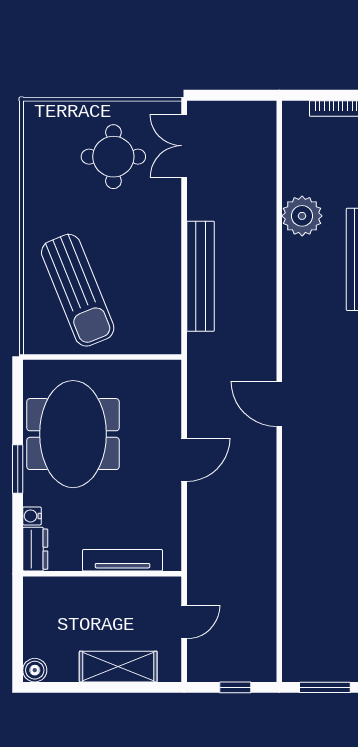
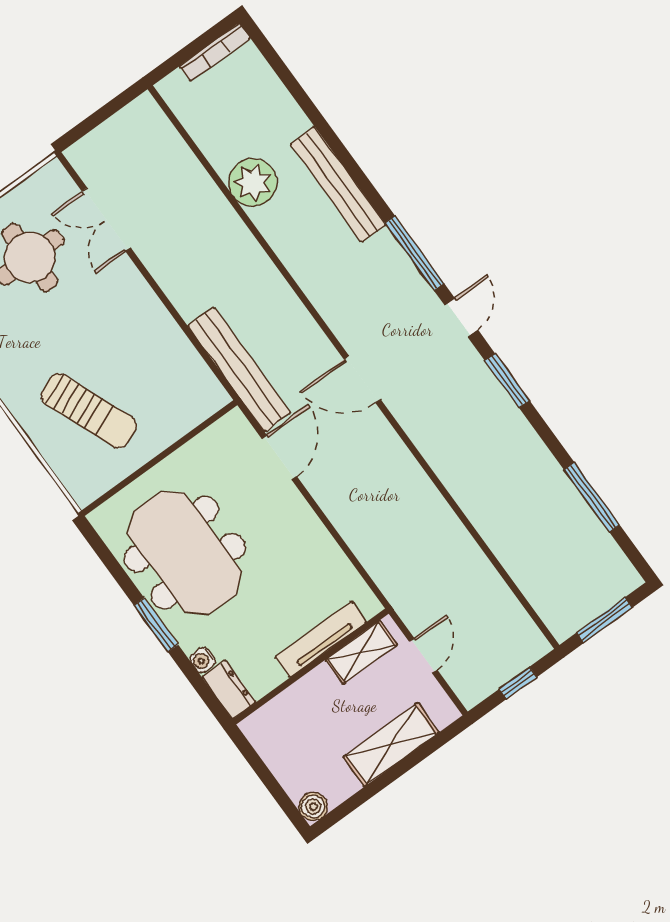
double door: (184, 146) -> (106, 220), moved
bench: (200, 276) -> (239, 369), moved
sun lounger: (78, 290) -> (89, 411), width x0.73, depth x0.75
door: (184, 460) -> (279, 457), moved
shelving: (144, 589) -> (361, 652), added

